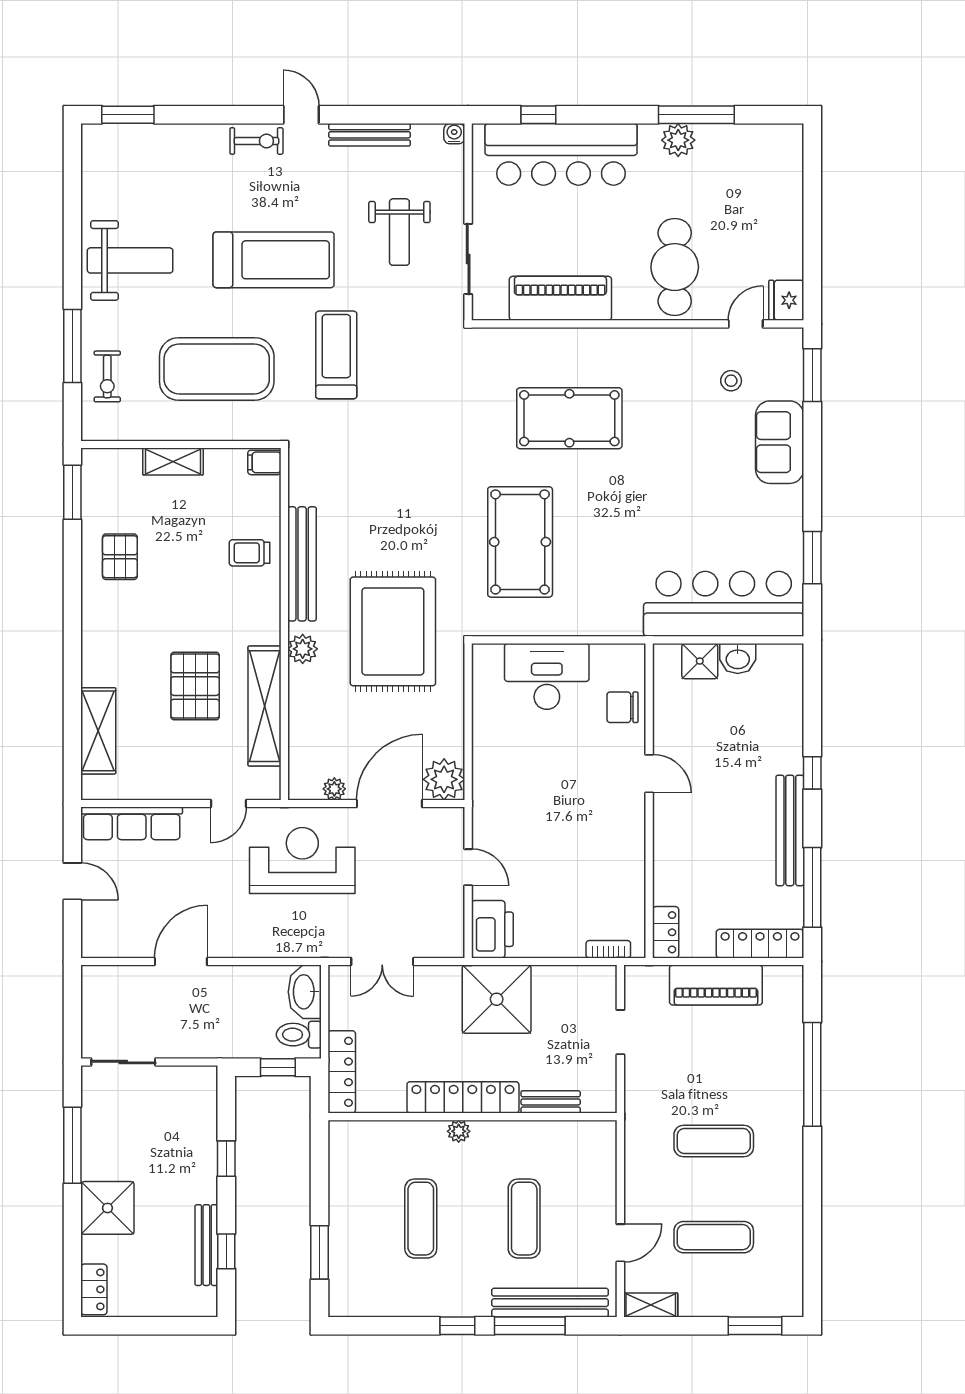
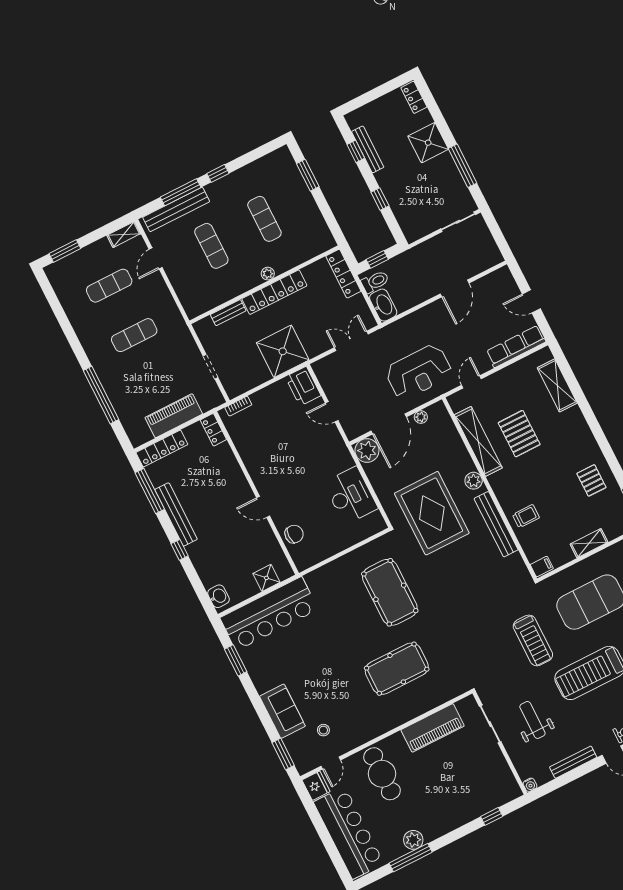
bar counter: (561, 154) -> (349, 833), moved, turned 90
washbasin: (738, 658) -> (218, 596), moved, turned 90
desk: (547, 676) -> (351, 496), moved, turned -90

